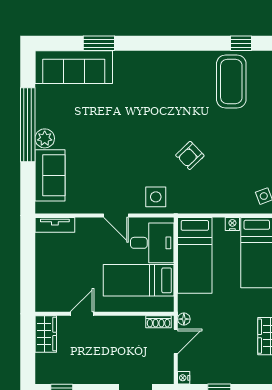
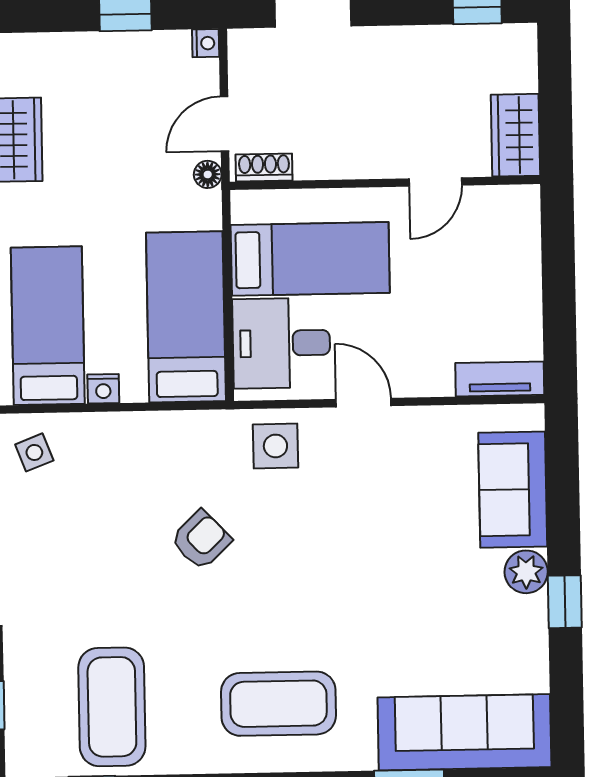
coffee table: (157, 81) -> (278, 704), added
window: (28, 125) -> (565, 602), width x0.32

